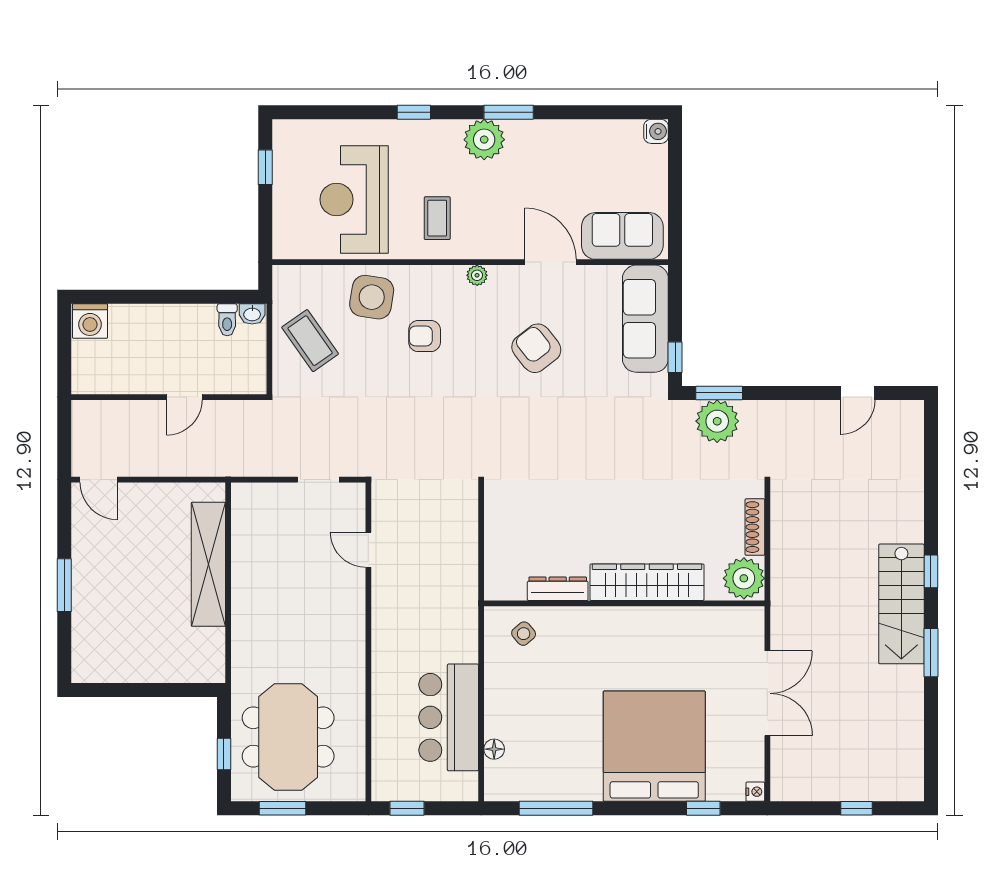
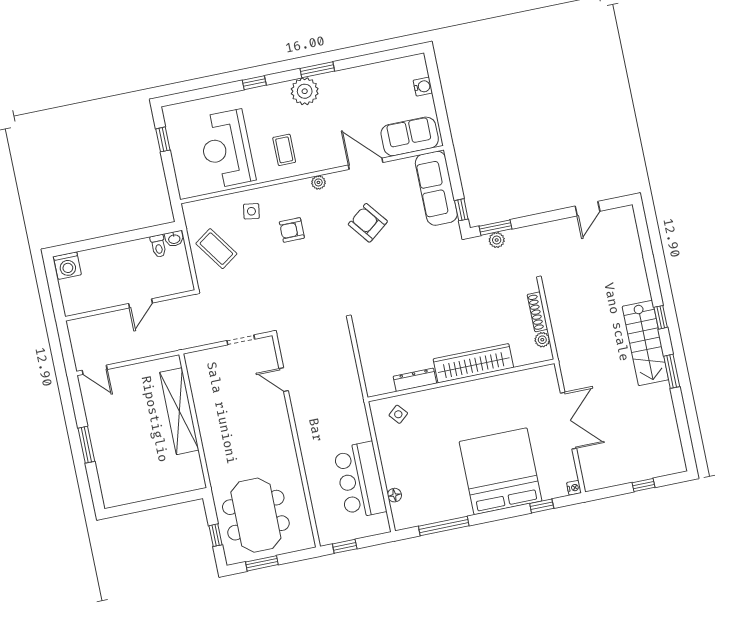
water cooler: (656, 131) -> (423, 87), moved
side table: (372, 297) -> (251, 211), width x0.54, depth x0.54
plant: (717, 421) -> (497, 240), width x0.53, depth x0.53
plant: (744, 578) -> (542, 340), width x0.53, depth x0.53

